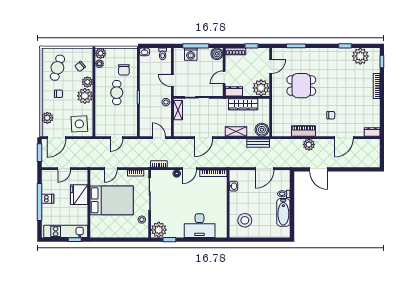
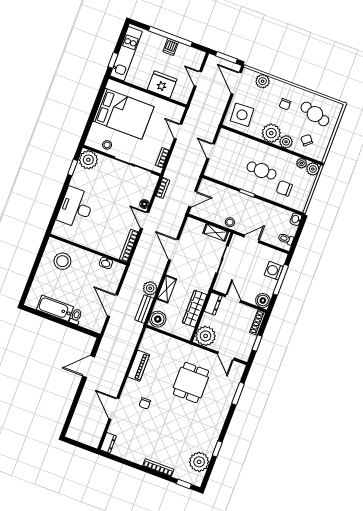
plant: (309, 145) -> (150, 288), moved
bed: (112, 200) -> (123, 114), moved, turned -90

